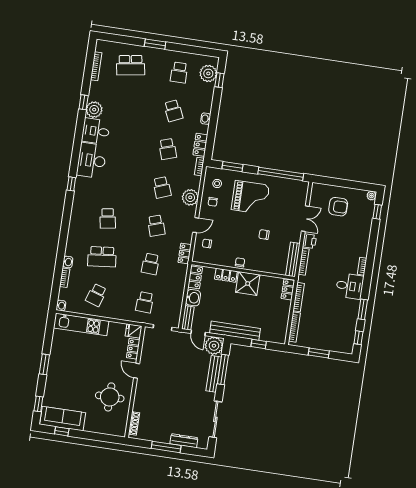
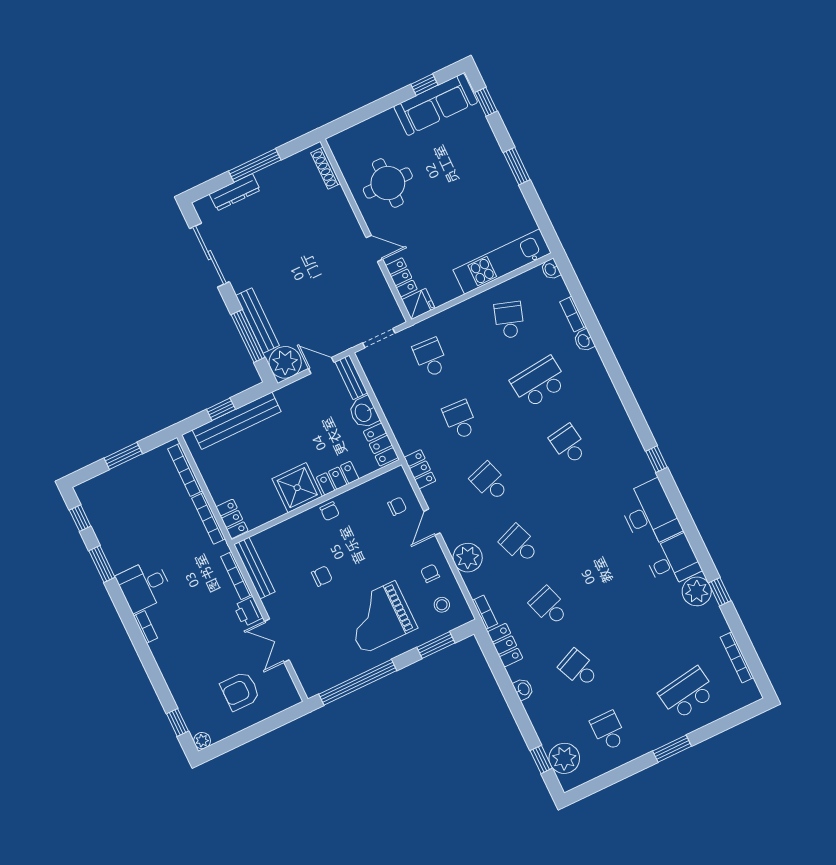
bench: (235, 331) -> (237, 421), moved

